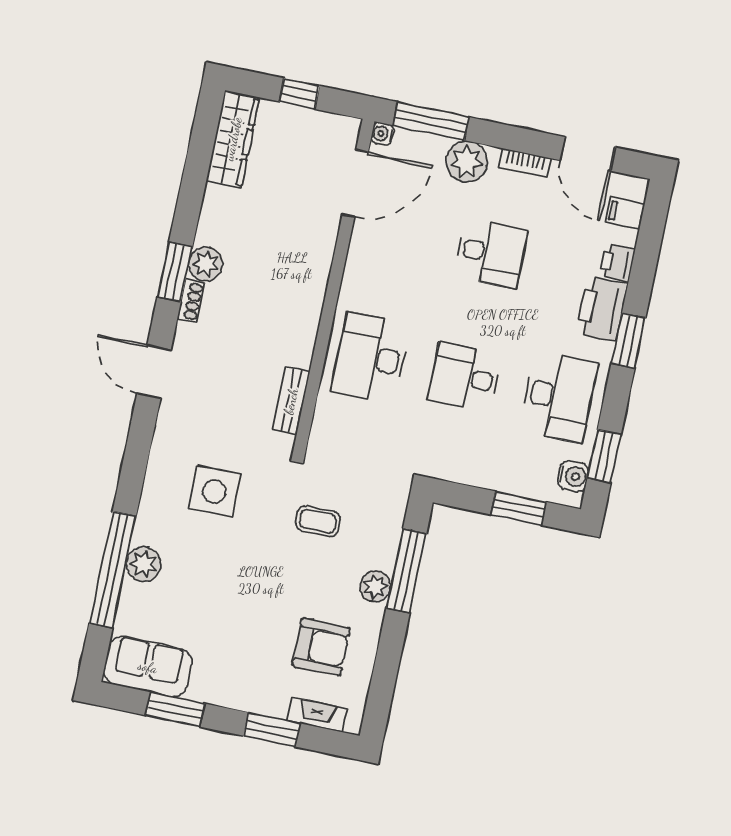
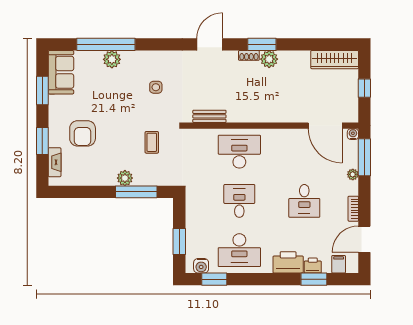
plant: (467, 162) -> (353, 174), width x0.53, depth x0.53
window: (628, 341) -> (314, 279), moved
side table: (214, 491) -> (156, 87), width x0.54, depth x0.54
armchair: (321, 647) -> (83, 133), moved

